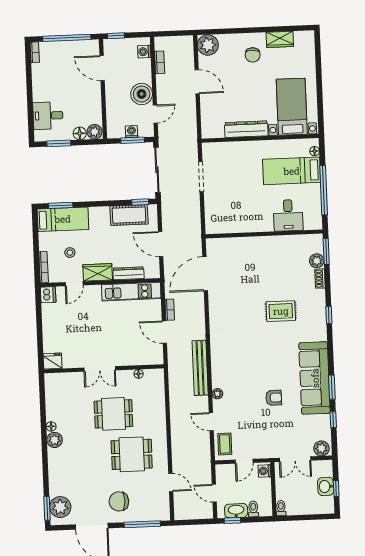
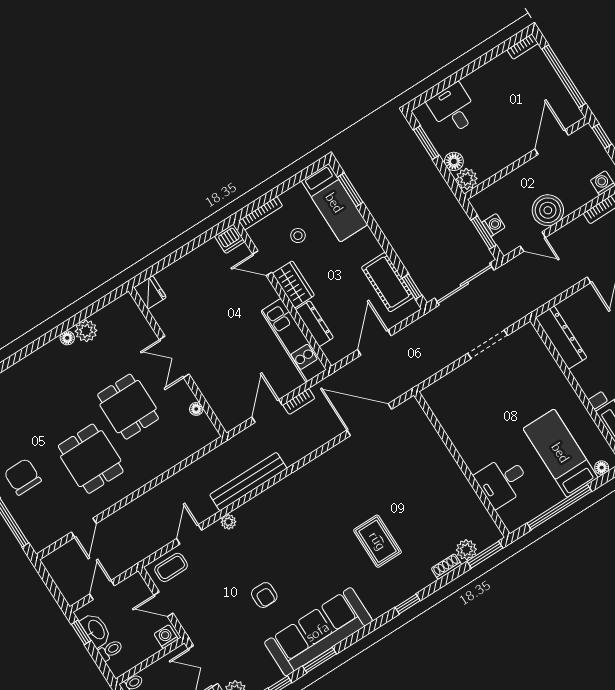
dresser: (246, 129) -> (561, 338), moved
plant: (55, 440) -> (86, 331), moved

